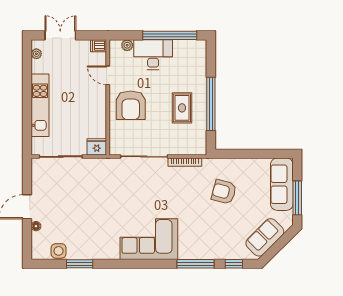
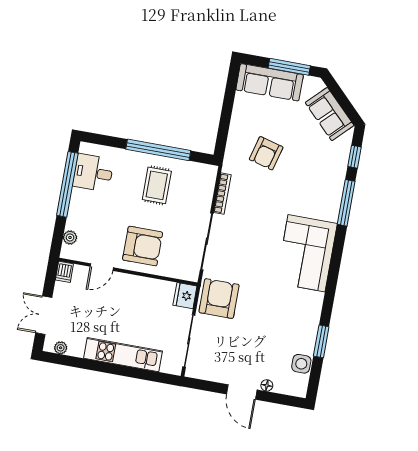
desk: (153, 55) -> (93, 173), moved, width x0.73
rug: (182, 108) -> (157, 185), turned 90
armchair: (99, 175) -> (219, 299), added

